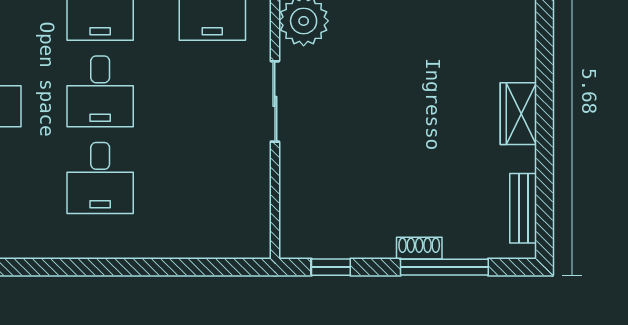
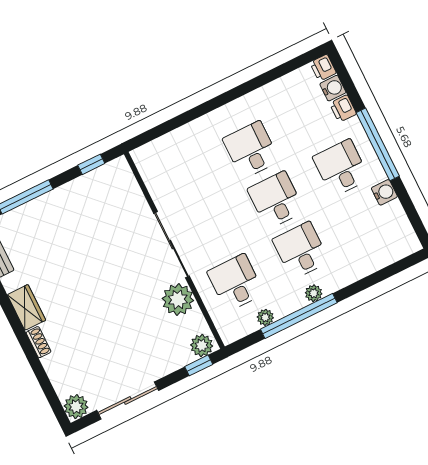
sliding door: (275, 101) -> (171, 245), width x1.37
shoe rack: (419, 248) -> (39, 342), moved, turned -90

